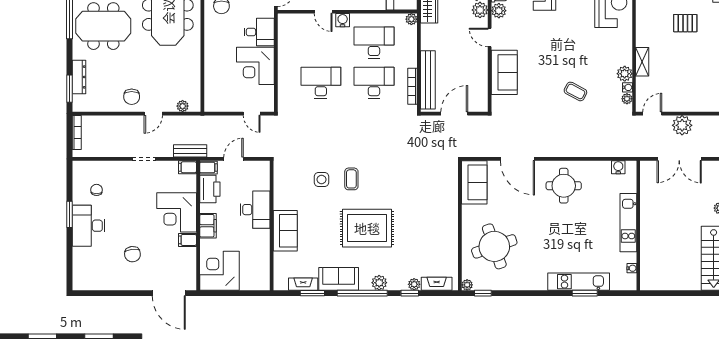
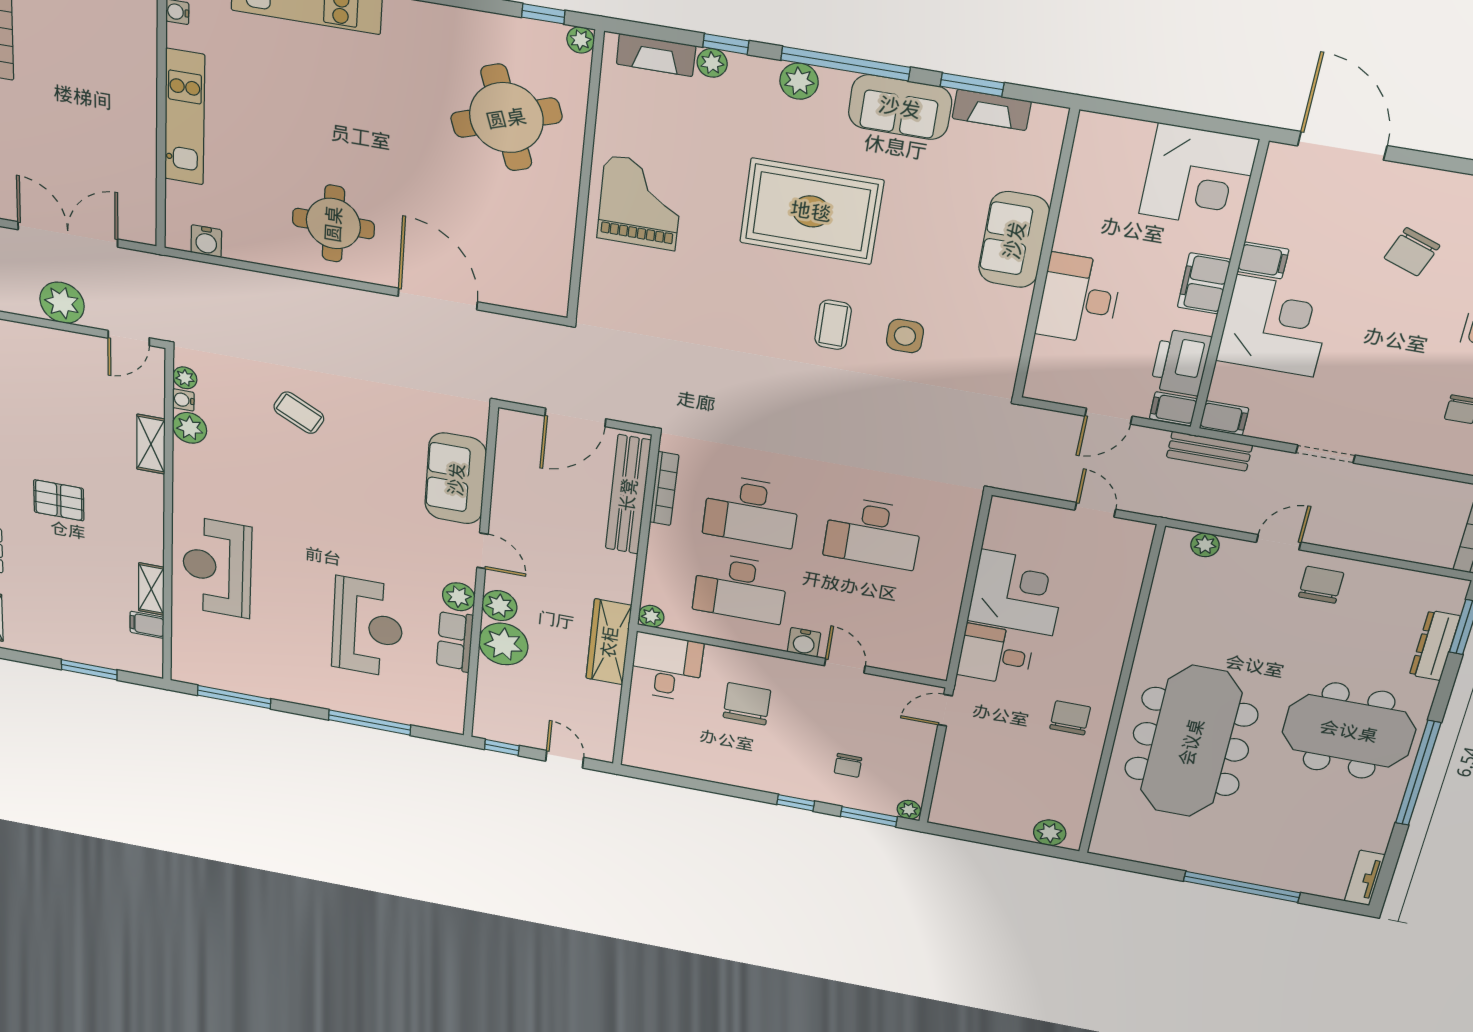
door: (252, 114) -> (1095, 510), moved
sofa: (474, 182) -> (542, 267), removed
grand piano: (436, 219) -> (640, 203), added
chair: (132, 254) -> (1412, 252), turned -153

